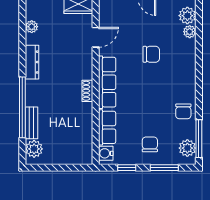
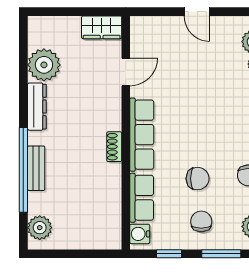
plant: (32, 27) -> (44, 65), width x1.87, depth x1.87
chair: (151, 54) -> (198, 179), moved
bench: (31, 123) -> (36, 168), moved

